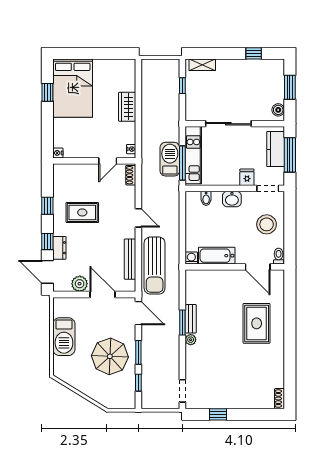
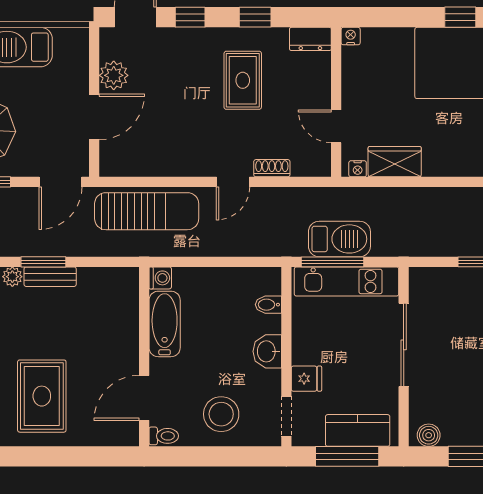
wardrobe: (127, 107) -> (395, 162), moved
shoe rack: (131, 175) -> (272, 168), moved
dresser: (59, 248) -> (310, 39), moved
bench: (130, 259) -> (158, 167), removed
sun lounger: (155, 266) -> (147, 211), turned 180
rug: (257, 323) -> (42, 396), turned 90

